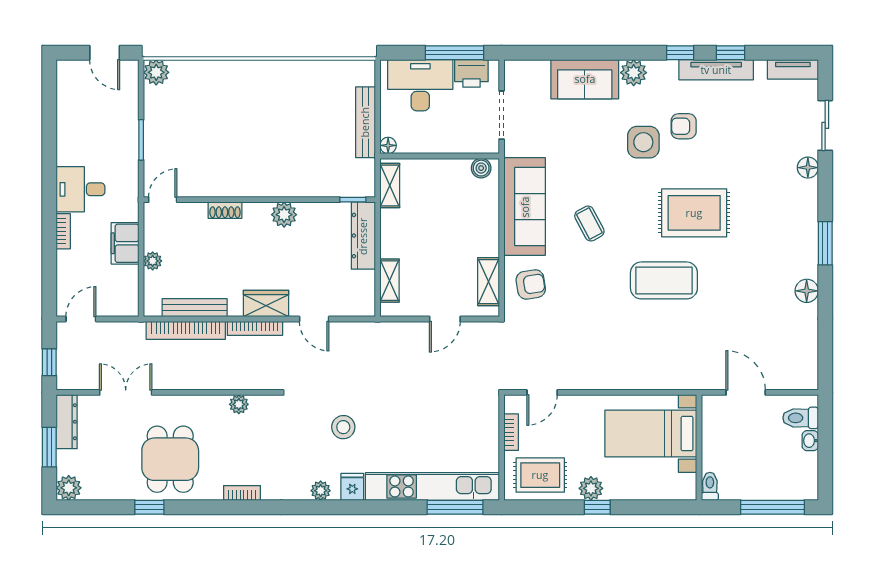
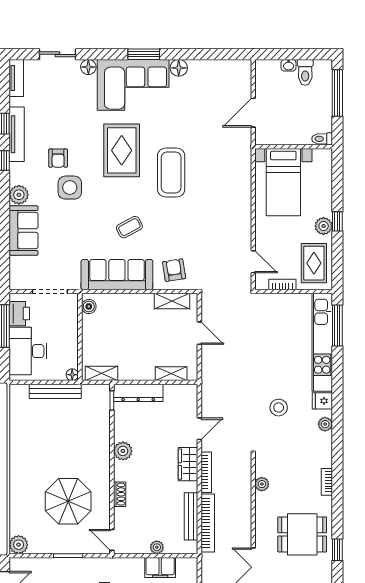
parasol: (215, 140) -> (68, 501), added
corner sofa: (784, 229) -> (133, 85), added
filing cabinet: (125, 243) -> (160, 568), moved
toilet: (801, 418) -> (305, 72), moved

